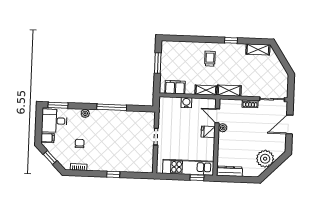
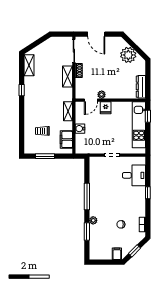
trolley: (210, 59) -> (42, 131), moved
shelving: (229, 91) -> (67, 77), moved
window: (58, 105) -> (87, 231), moved
desk: (54, 121) -> (134, 175), moved, turned -90

